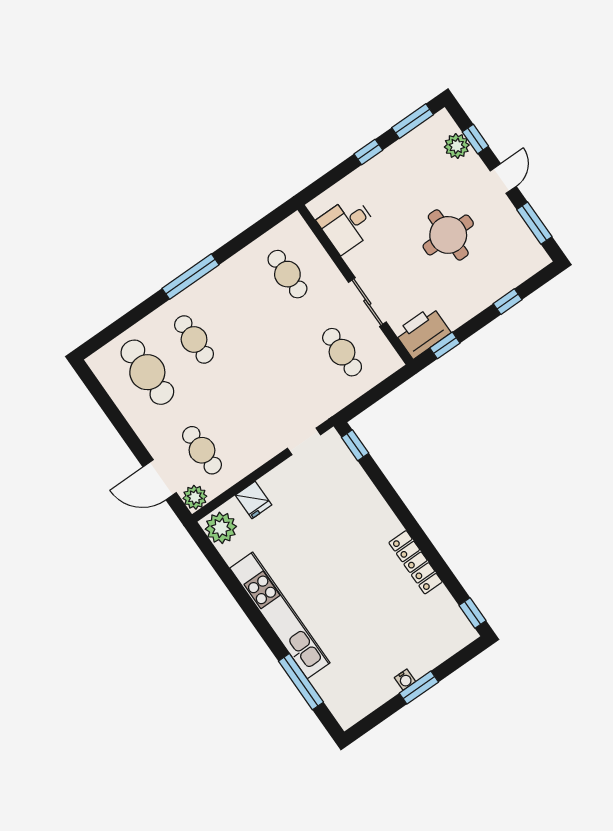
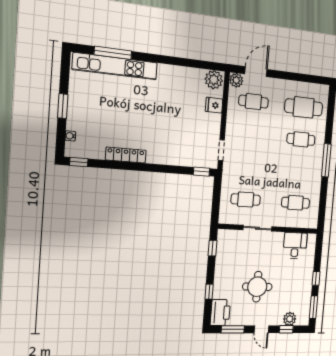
printer: (423, 332) -> (220, 313), moved
kitchen unit: (280, 615) -> (115, 66), moved
water cooler: (405, 680) -> (70, 136), moved

